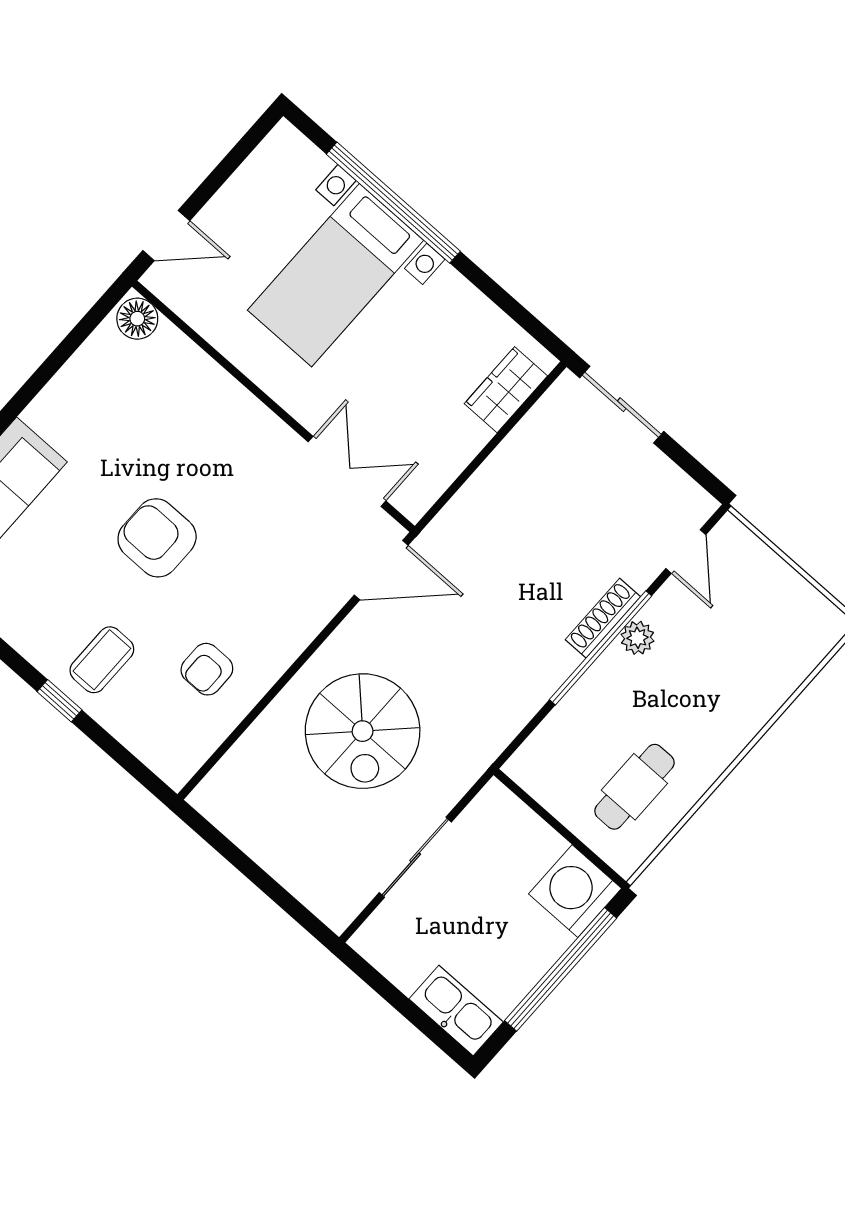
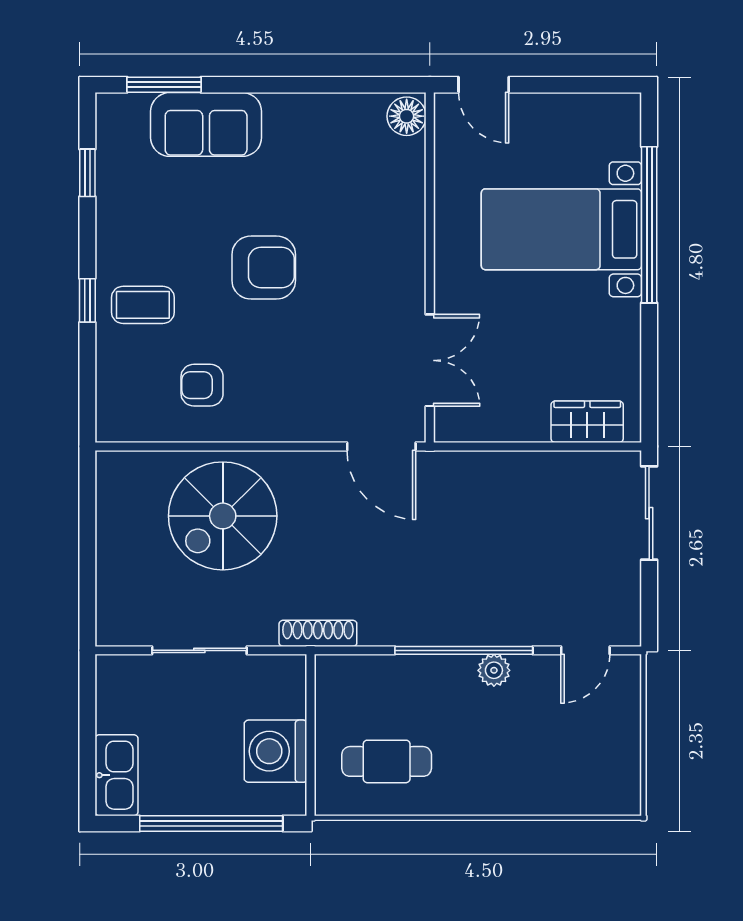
armchair: (157, 538) -> (264, 268), turned 90
shoe rack: (603, 618) -> (318, 633), moved
spiral stairs: (363, 731) -> (223, 516), moved
washing machine: (575, 891) -> (275, 751), moved, turned -90

